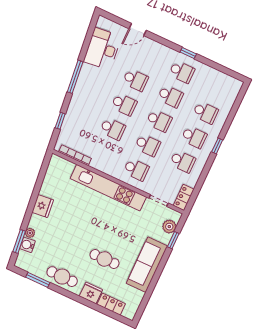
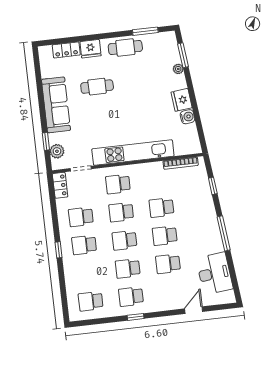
school desk: (205, 113) -> (91, 301), moved
water cooler: (27, 245) -> (187, 117), moved

